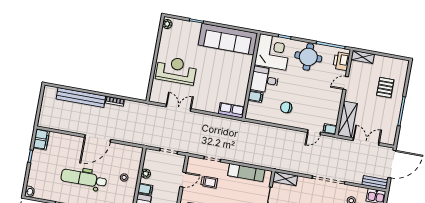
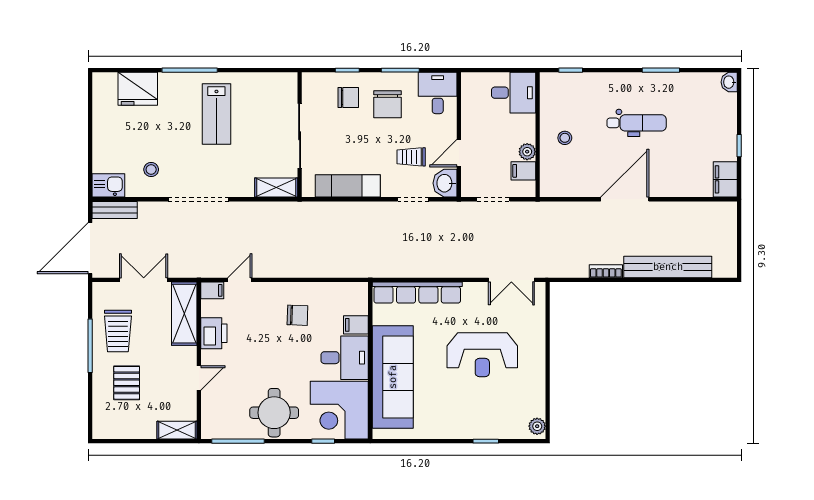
sofa: (228, 39) -> (393, 377), moved, turned 90
printer: (341, 61) -> (214, 333), moved
reception desk: (176, 70) -> (482, 355), moved
double door: (178, 108) -> (511, 280), moved
row of seats: (231, 110) -> (417, 293), width x2.02
trolley: (385, 116) -> (118, 331), added
double door: (366, 142) -> (144, 280), swing flipped
washbasin: (193, 165) -> (445, 183), added
dental chair: (84, 179) -> (637, 123), width x0.73, depth x0.72
filing cabinet: (145, 189) -> (523, 171), moved

